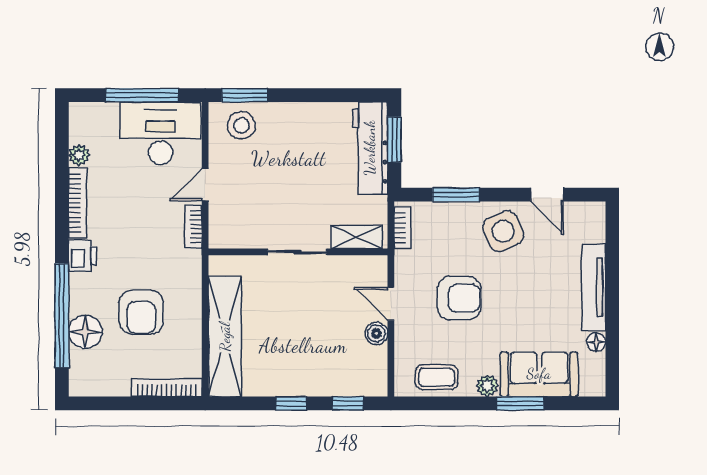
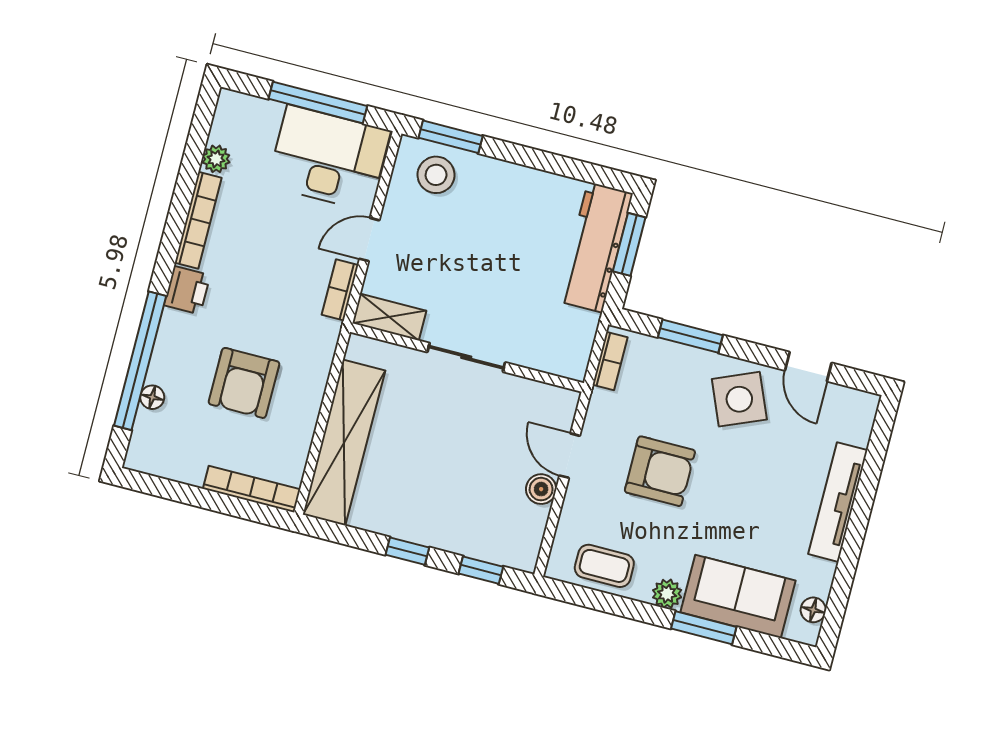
shelving: (356, 237) -> (389, 317), moved
floor lamp: (85, 332) -> (152, 397), width x0.53, depth x0.53
floor lamp: (596, 342) -> (813, 610), moved

